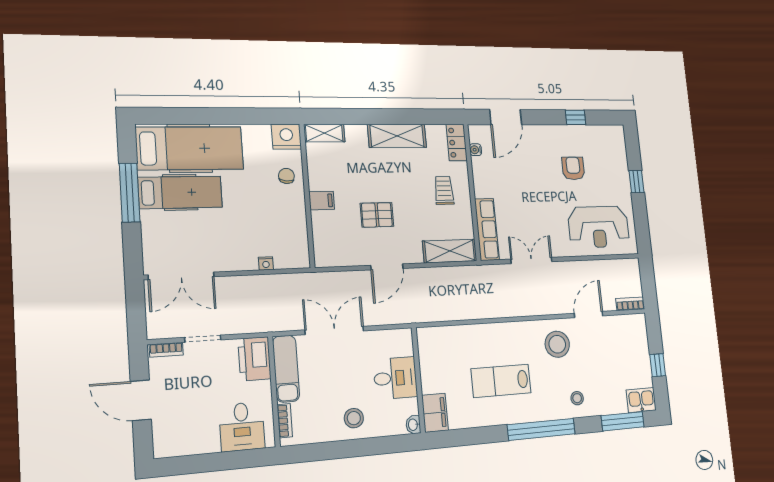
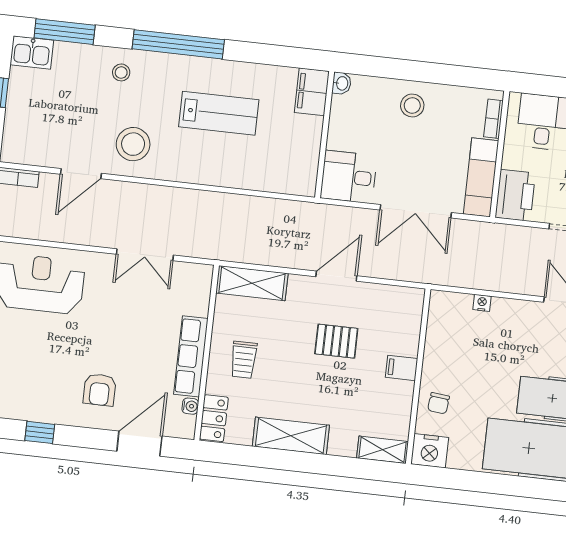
armchair: (573, 168) -> (100, 390), moved
row of seats: (487, 229) -> (191, 356), moved
desk: (395, 378) -> (349, 177), moved

